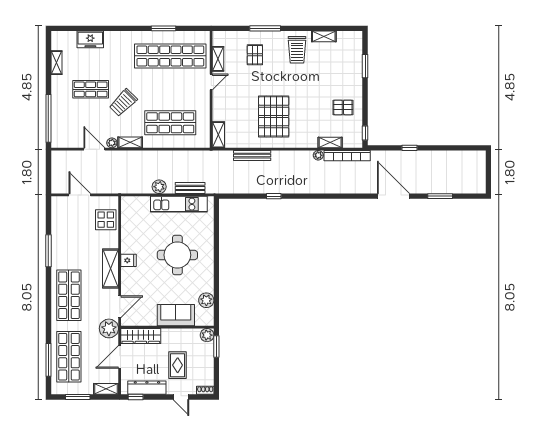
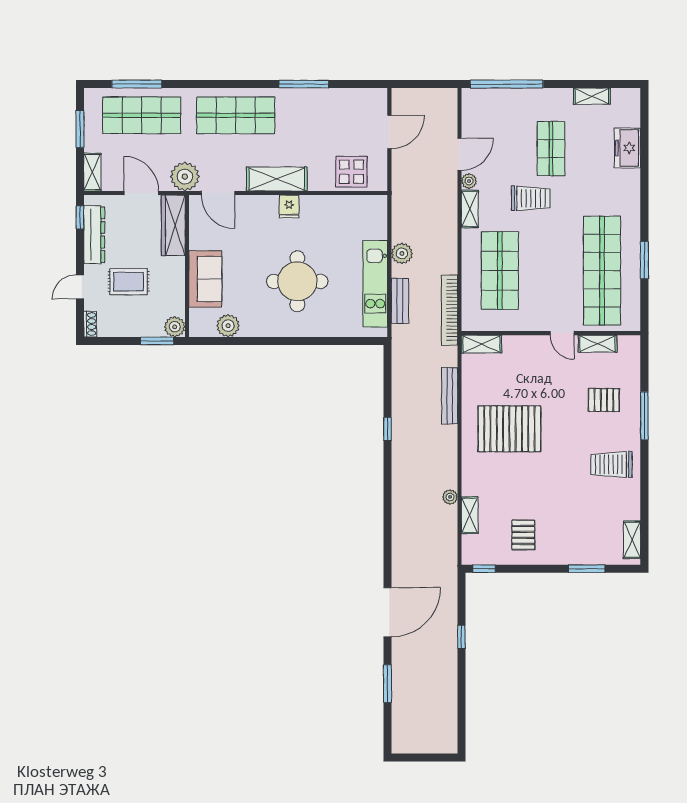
shelving: (324, 36) -> (632, 540), moved
trolley: (123, 103) -> (531, 198), turned 135
bookcase: (347, 156) -> (450, 310), moved

